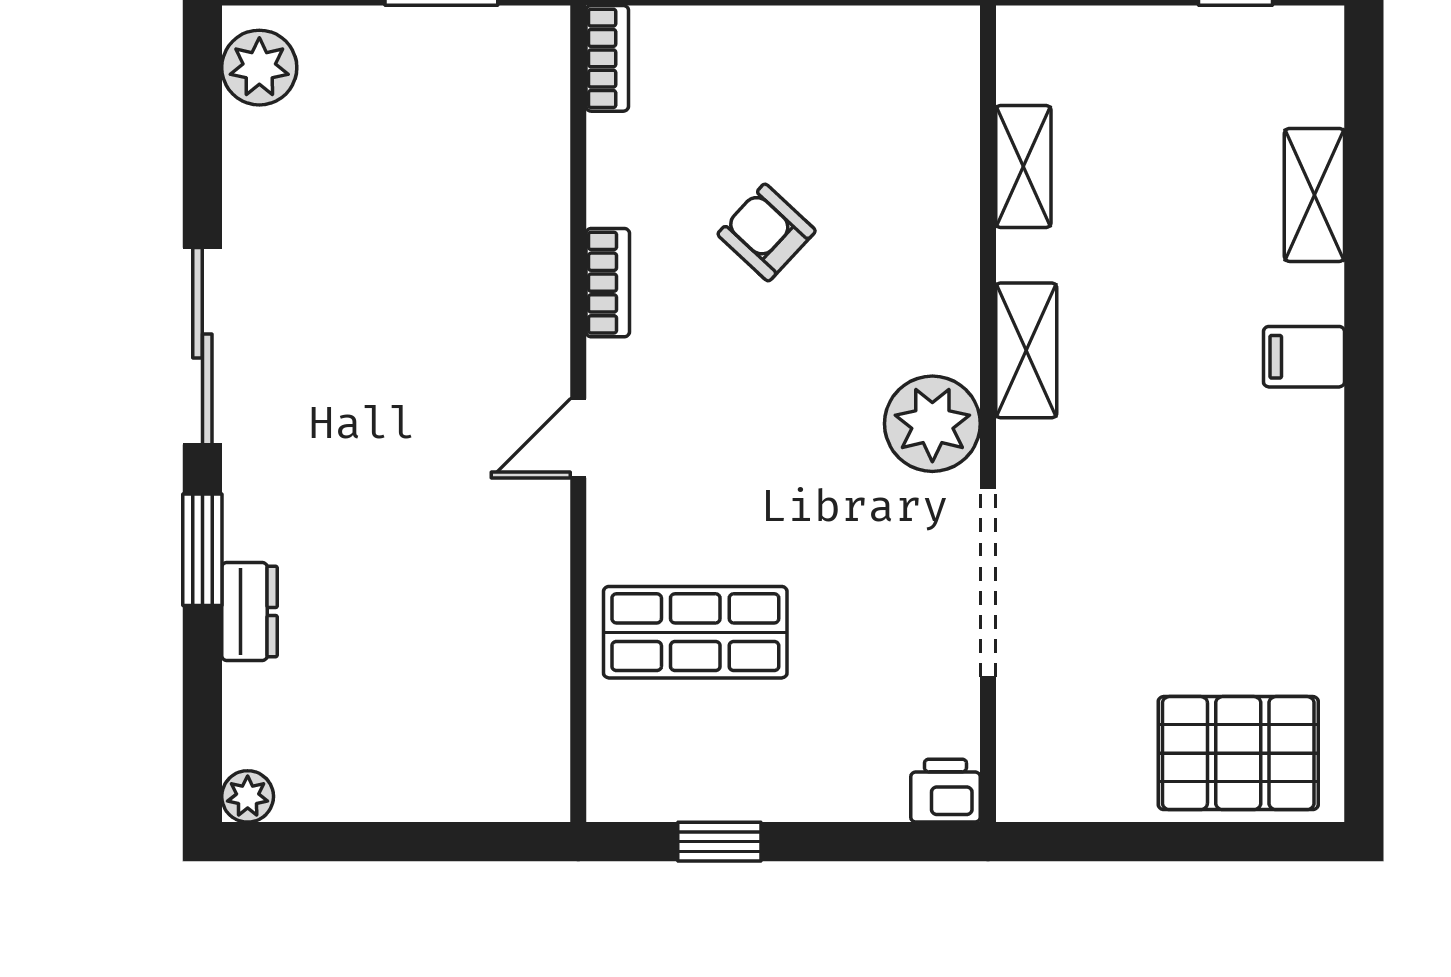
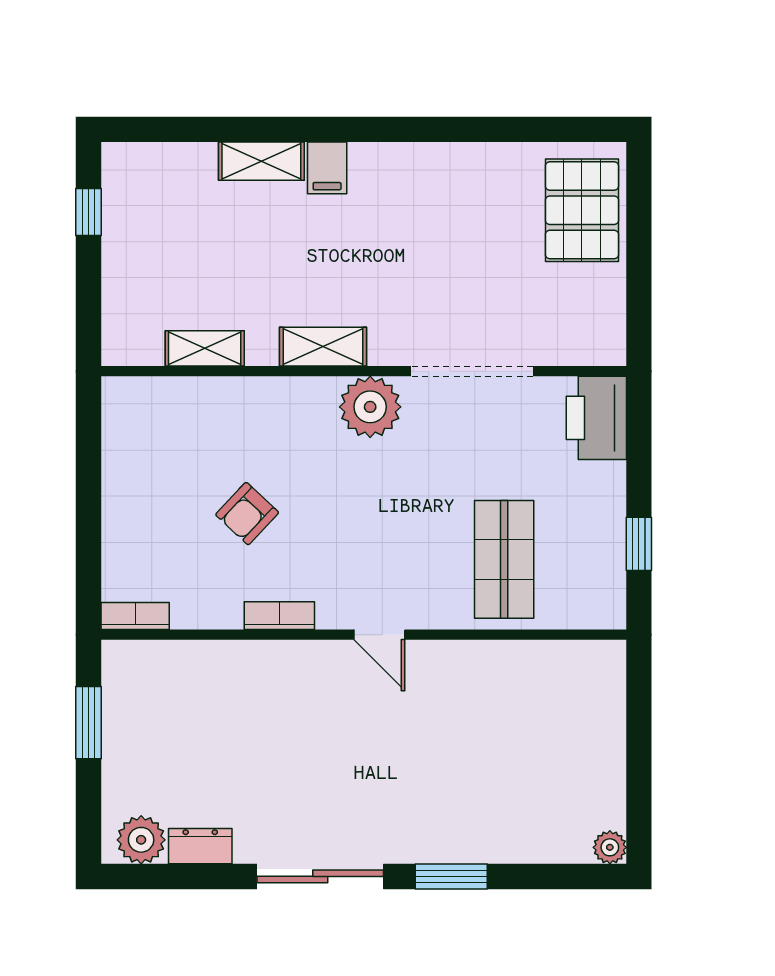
shelving: (1314, 195) -> (261, 161), moved
dresser: (249, 612) -> (200, 846), moved
printer: (945, 791) -> (596, 418), width x1.87, depth x1.48

